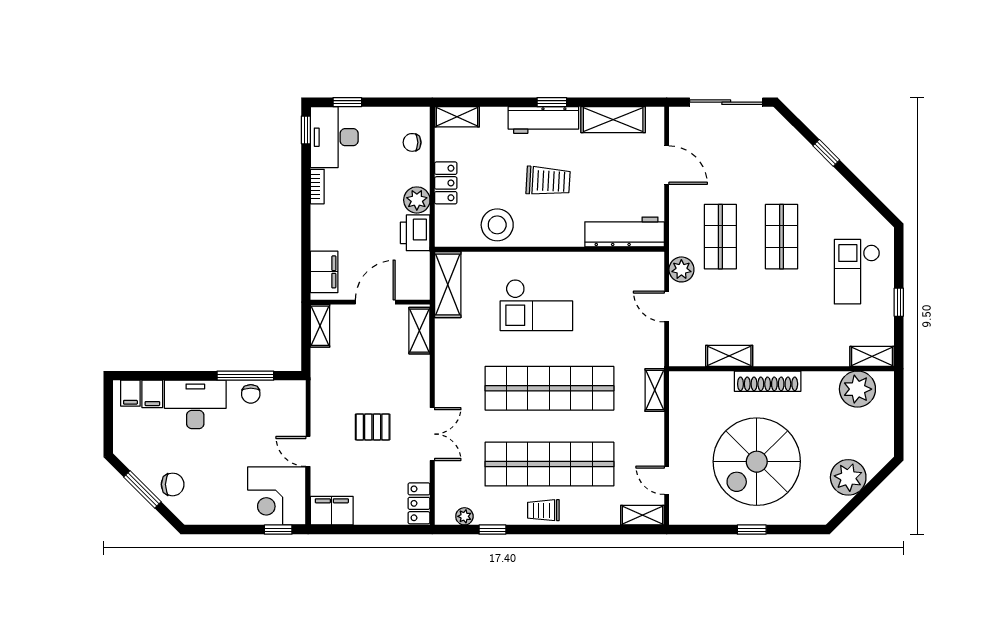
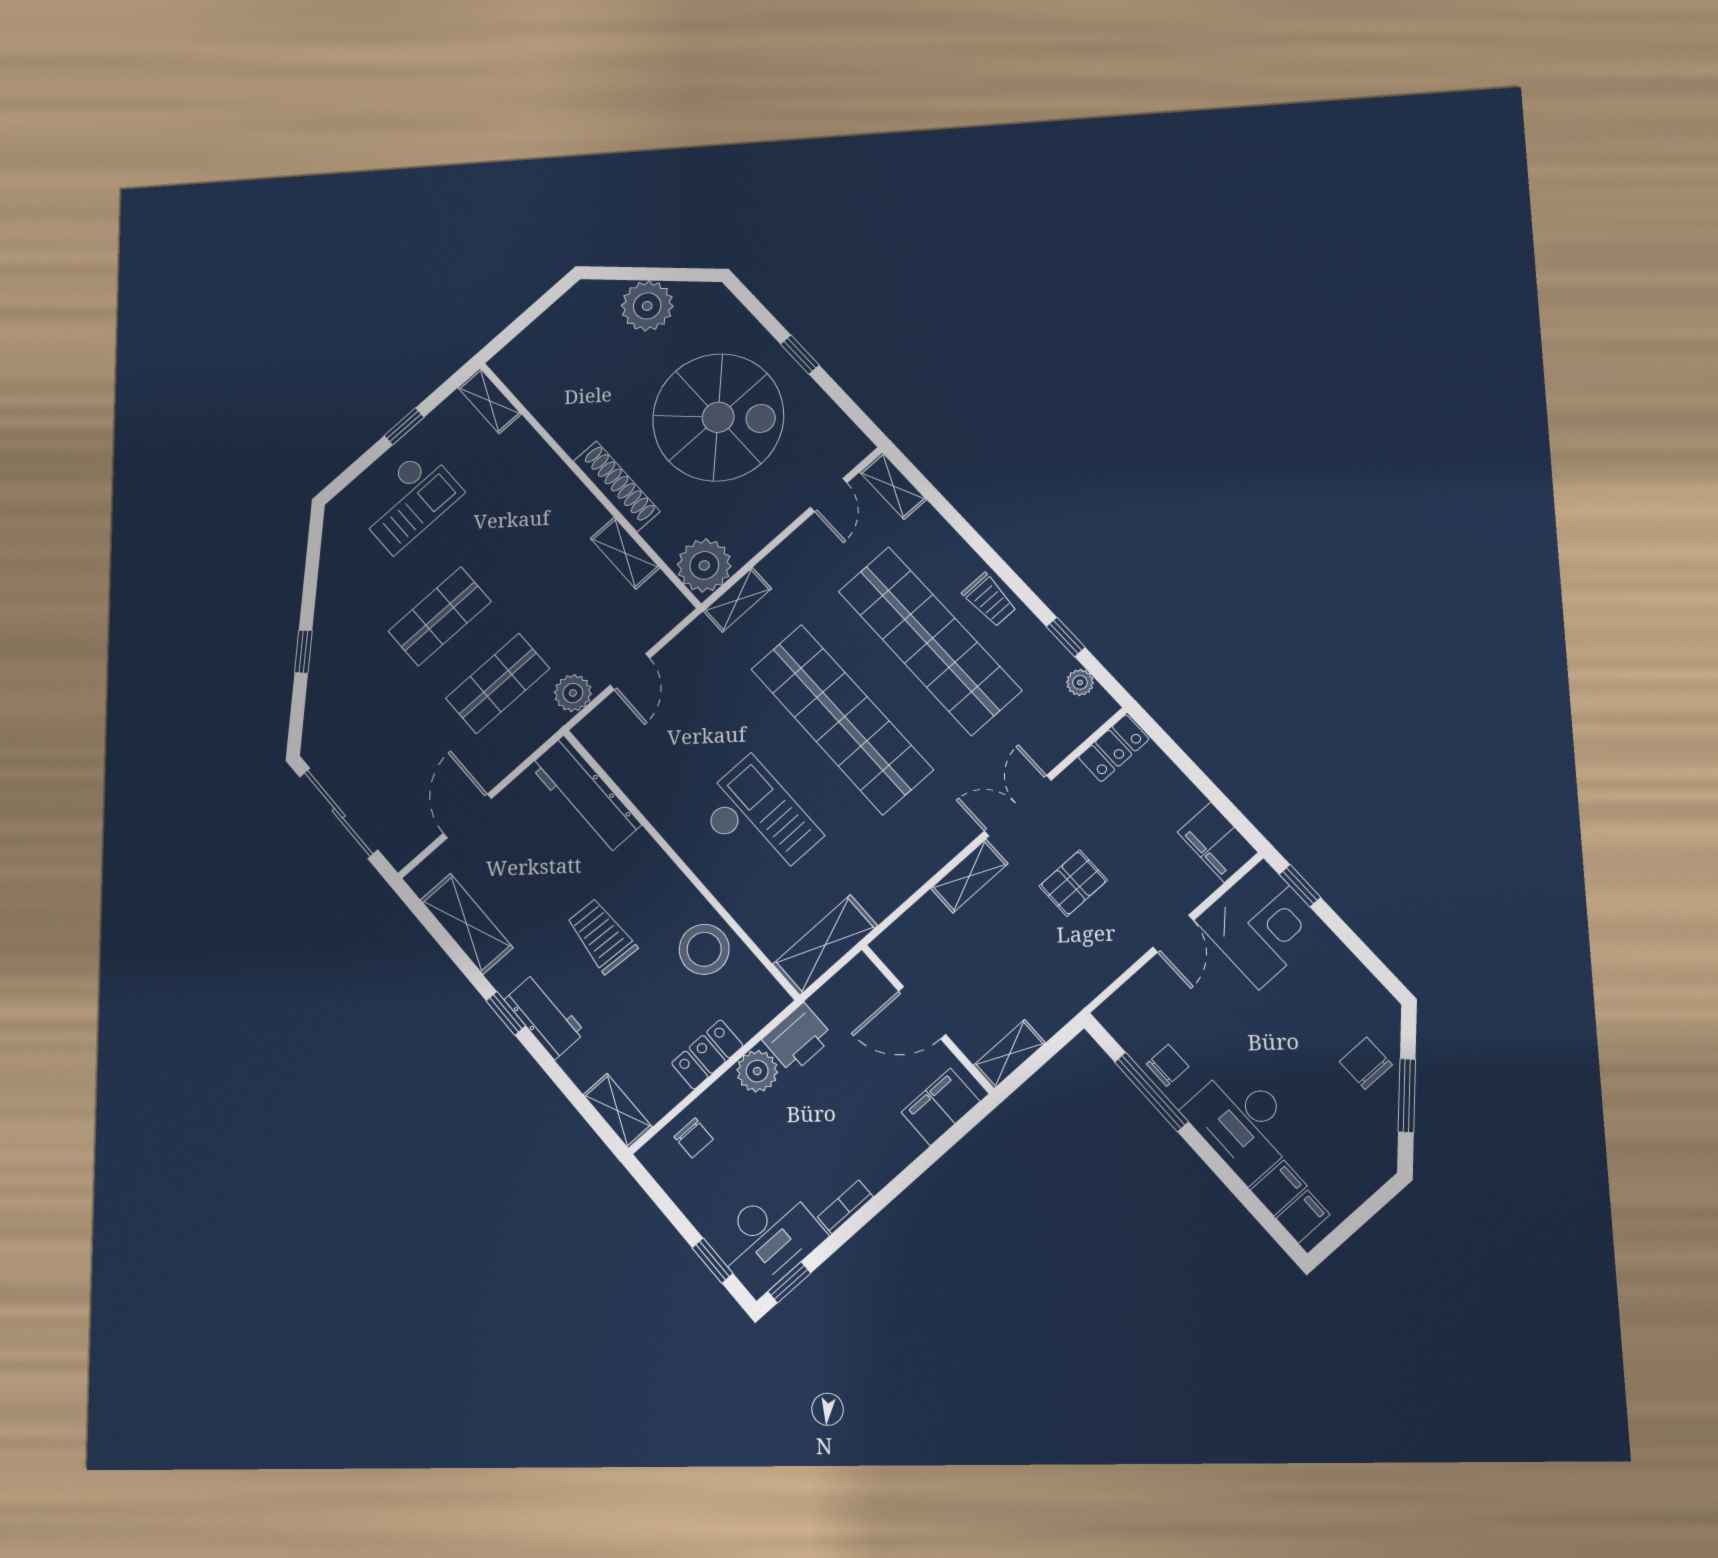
workbench: (543, 120) -> (545, 1016), width x0.73
shelving: (419, 331) -> (969, 876), moved
plant: (857, 389) -> (704, 565), moved
pallet: (373, 427) -> (1073, 883), turned 90

